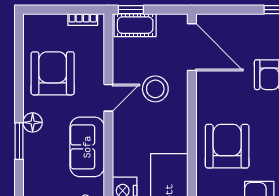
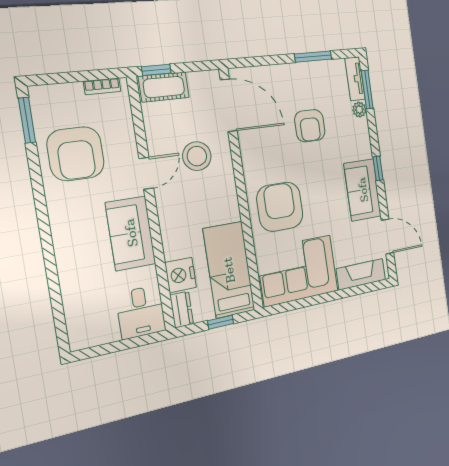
armchair: (53, 73) -> (76, 154), turned 180
floor lamp: (33, 122) -> (60, 216), removed
window: (19, 141) -> (27, 120), moved

